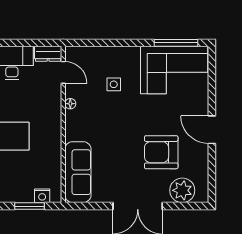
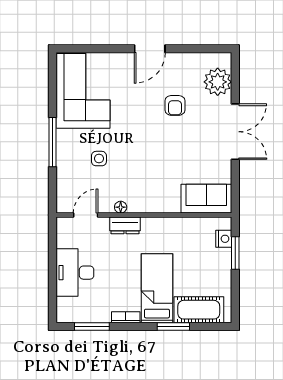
window: (176, 43) -> (52, 142), moved
dresser: (48, 54) -> (125, 225), moved, turned 90
armchair: (161, 152) -> (175, 105), width x0.53, depth x0.53
sofa: (78, 172) -> (206, 199), width x0.73

